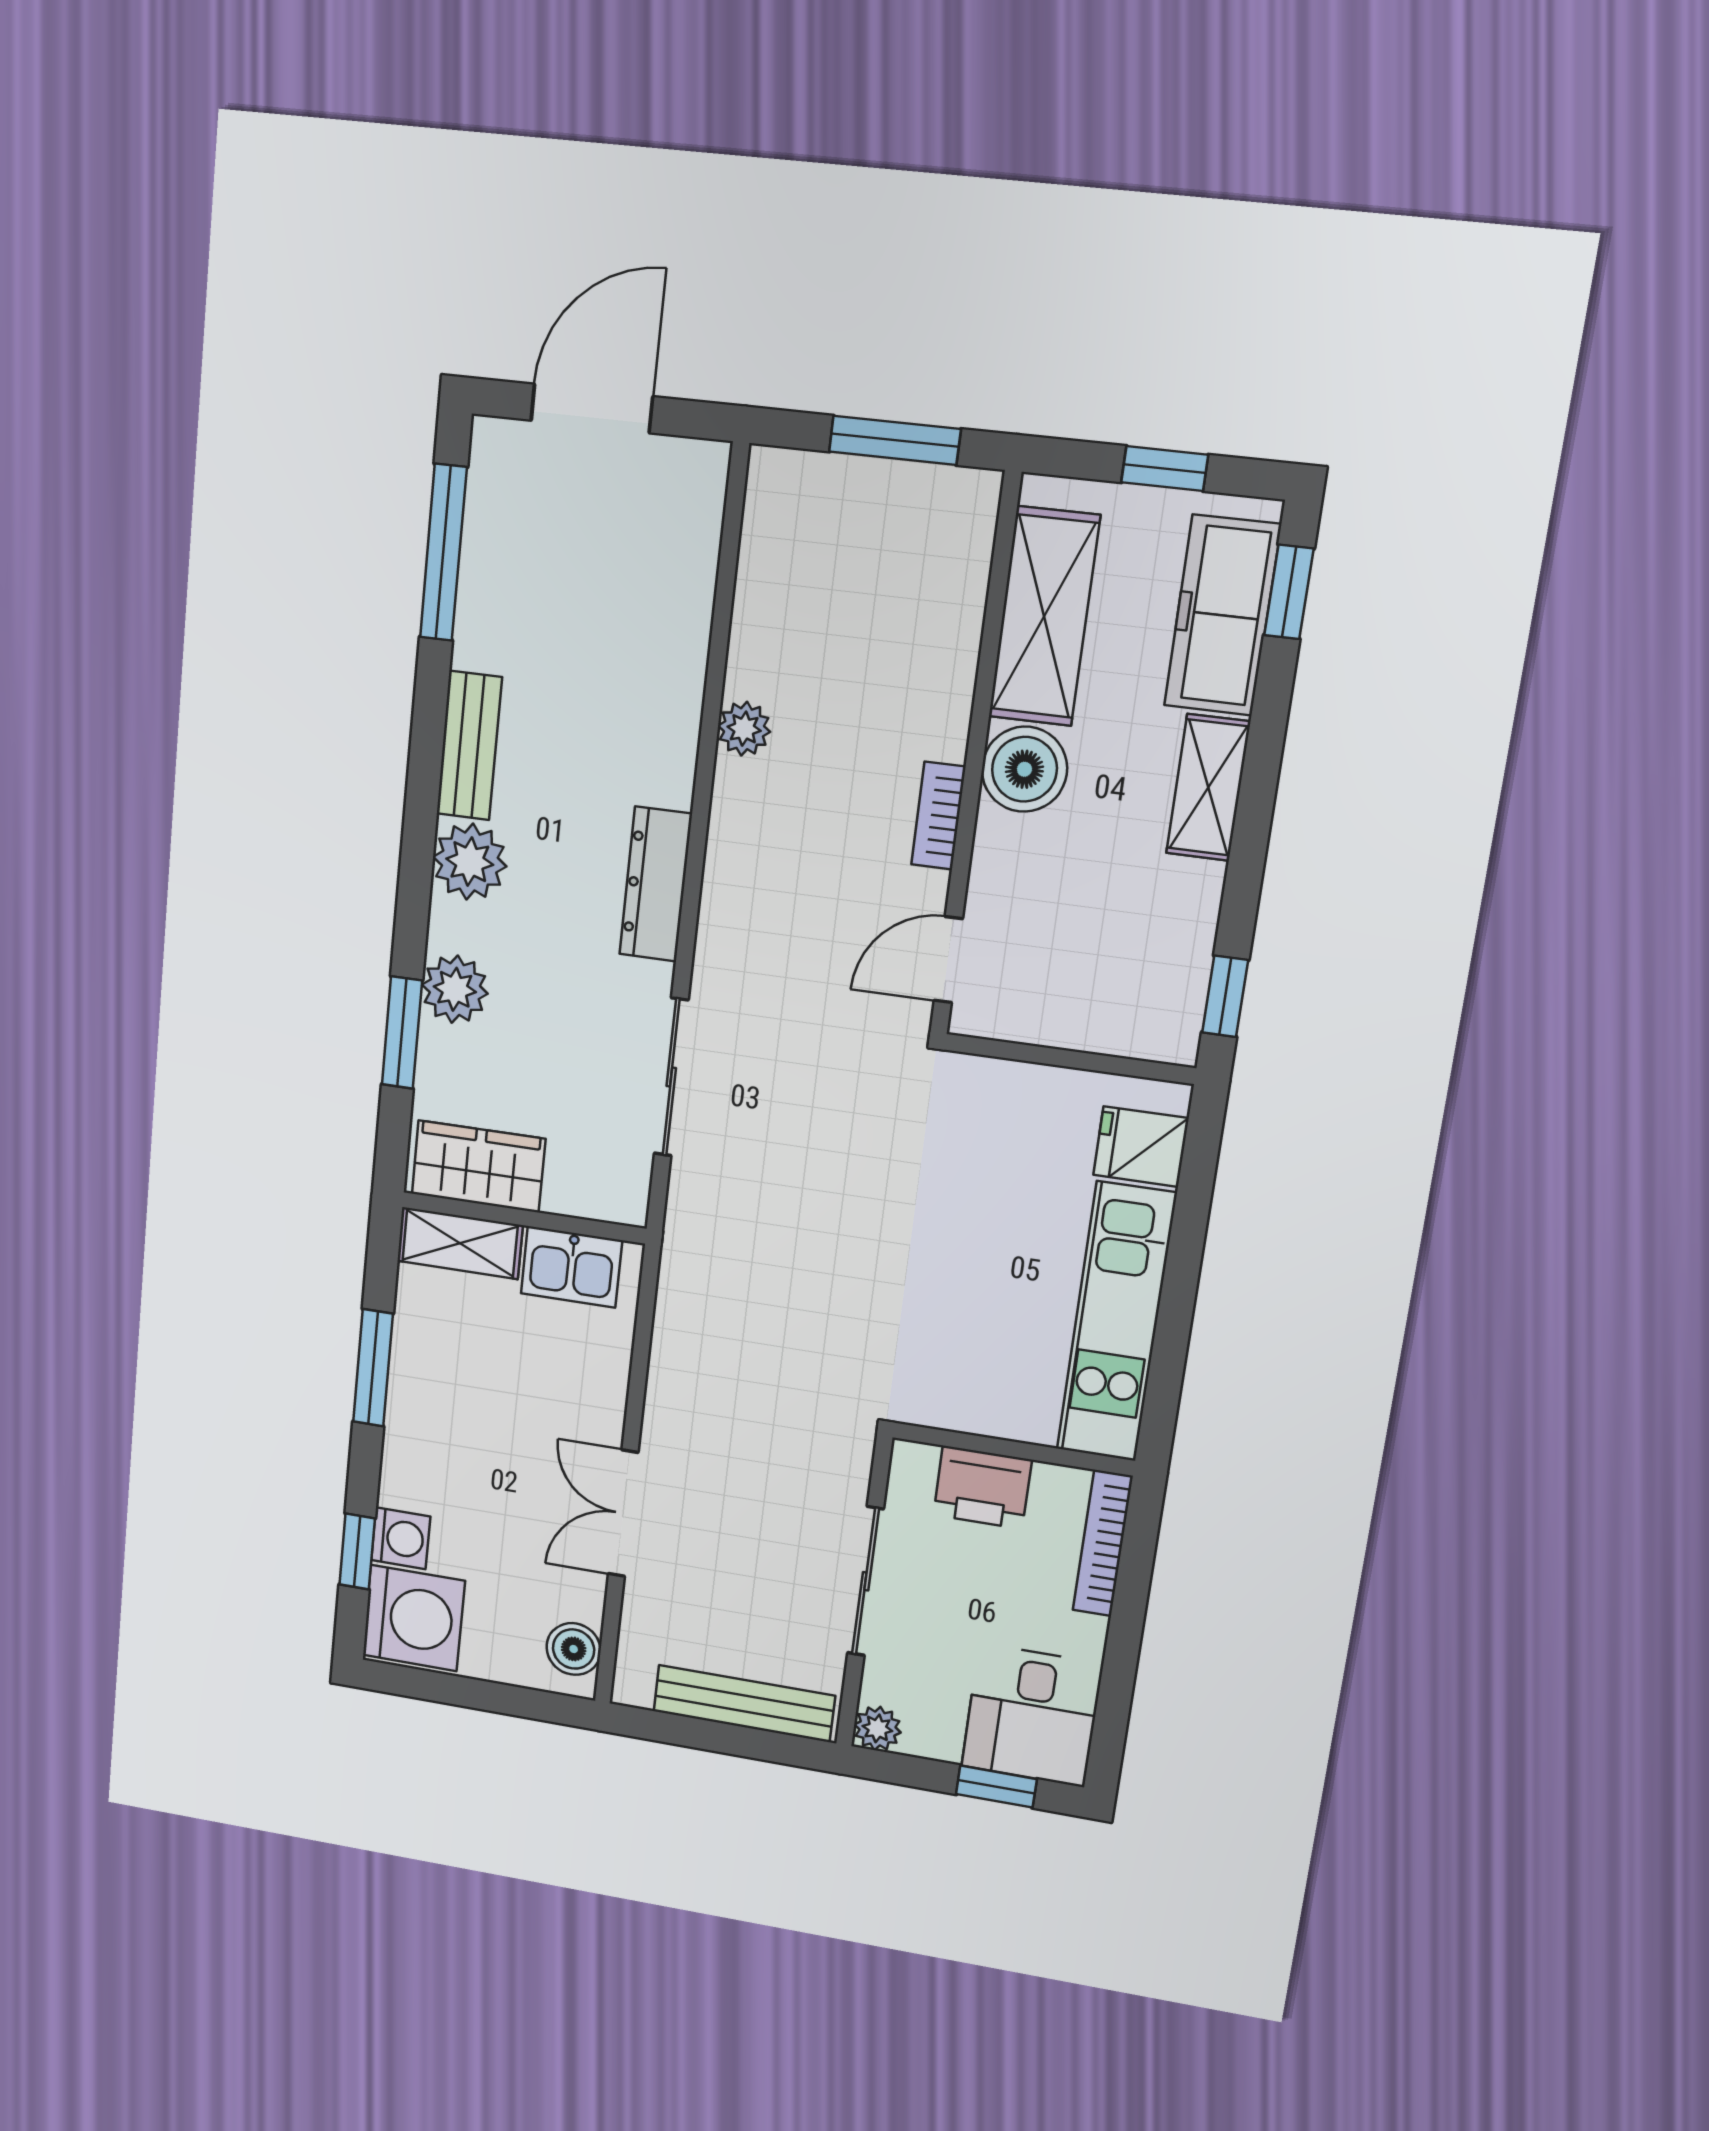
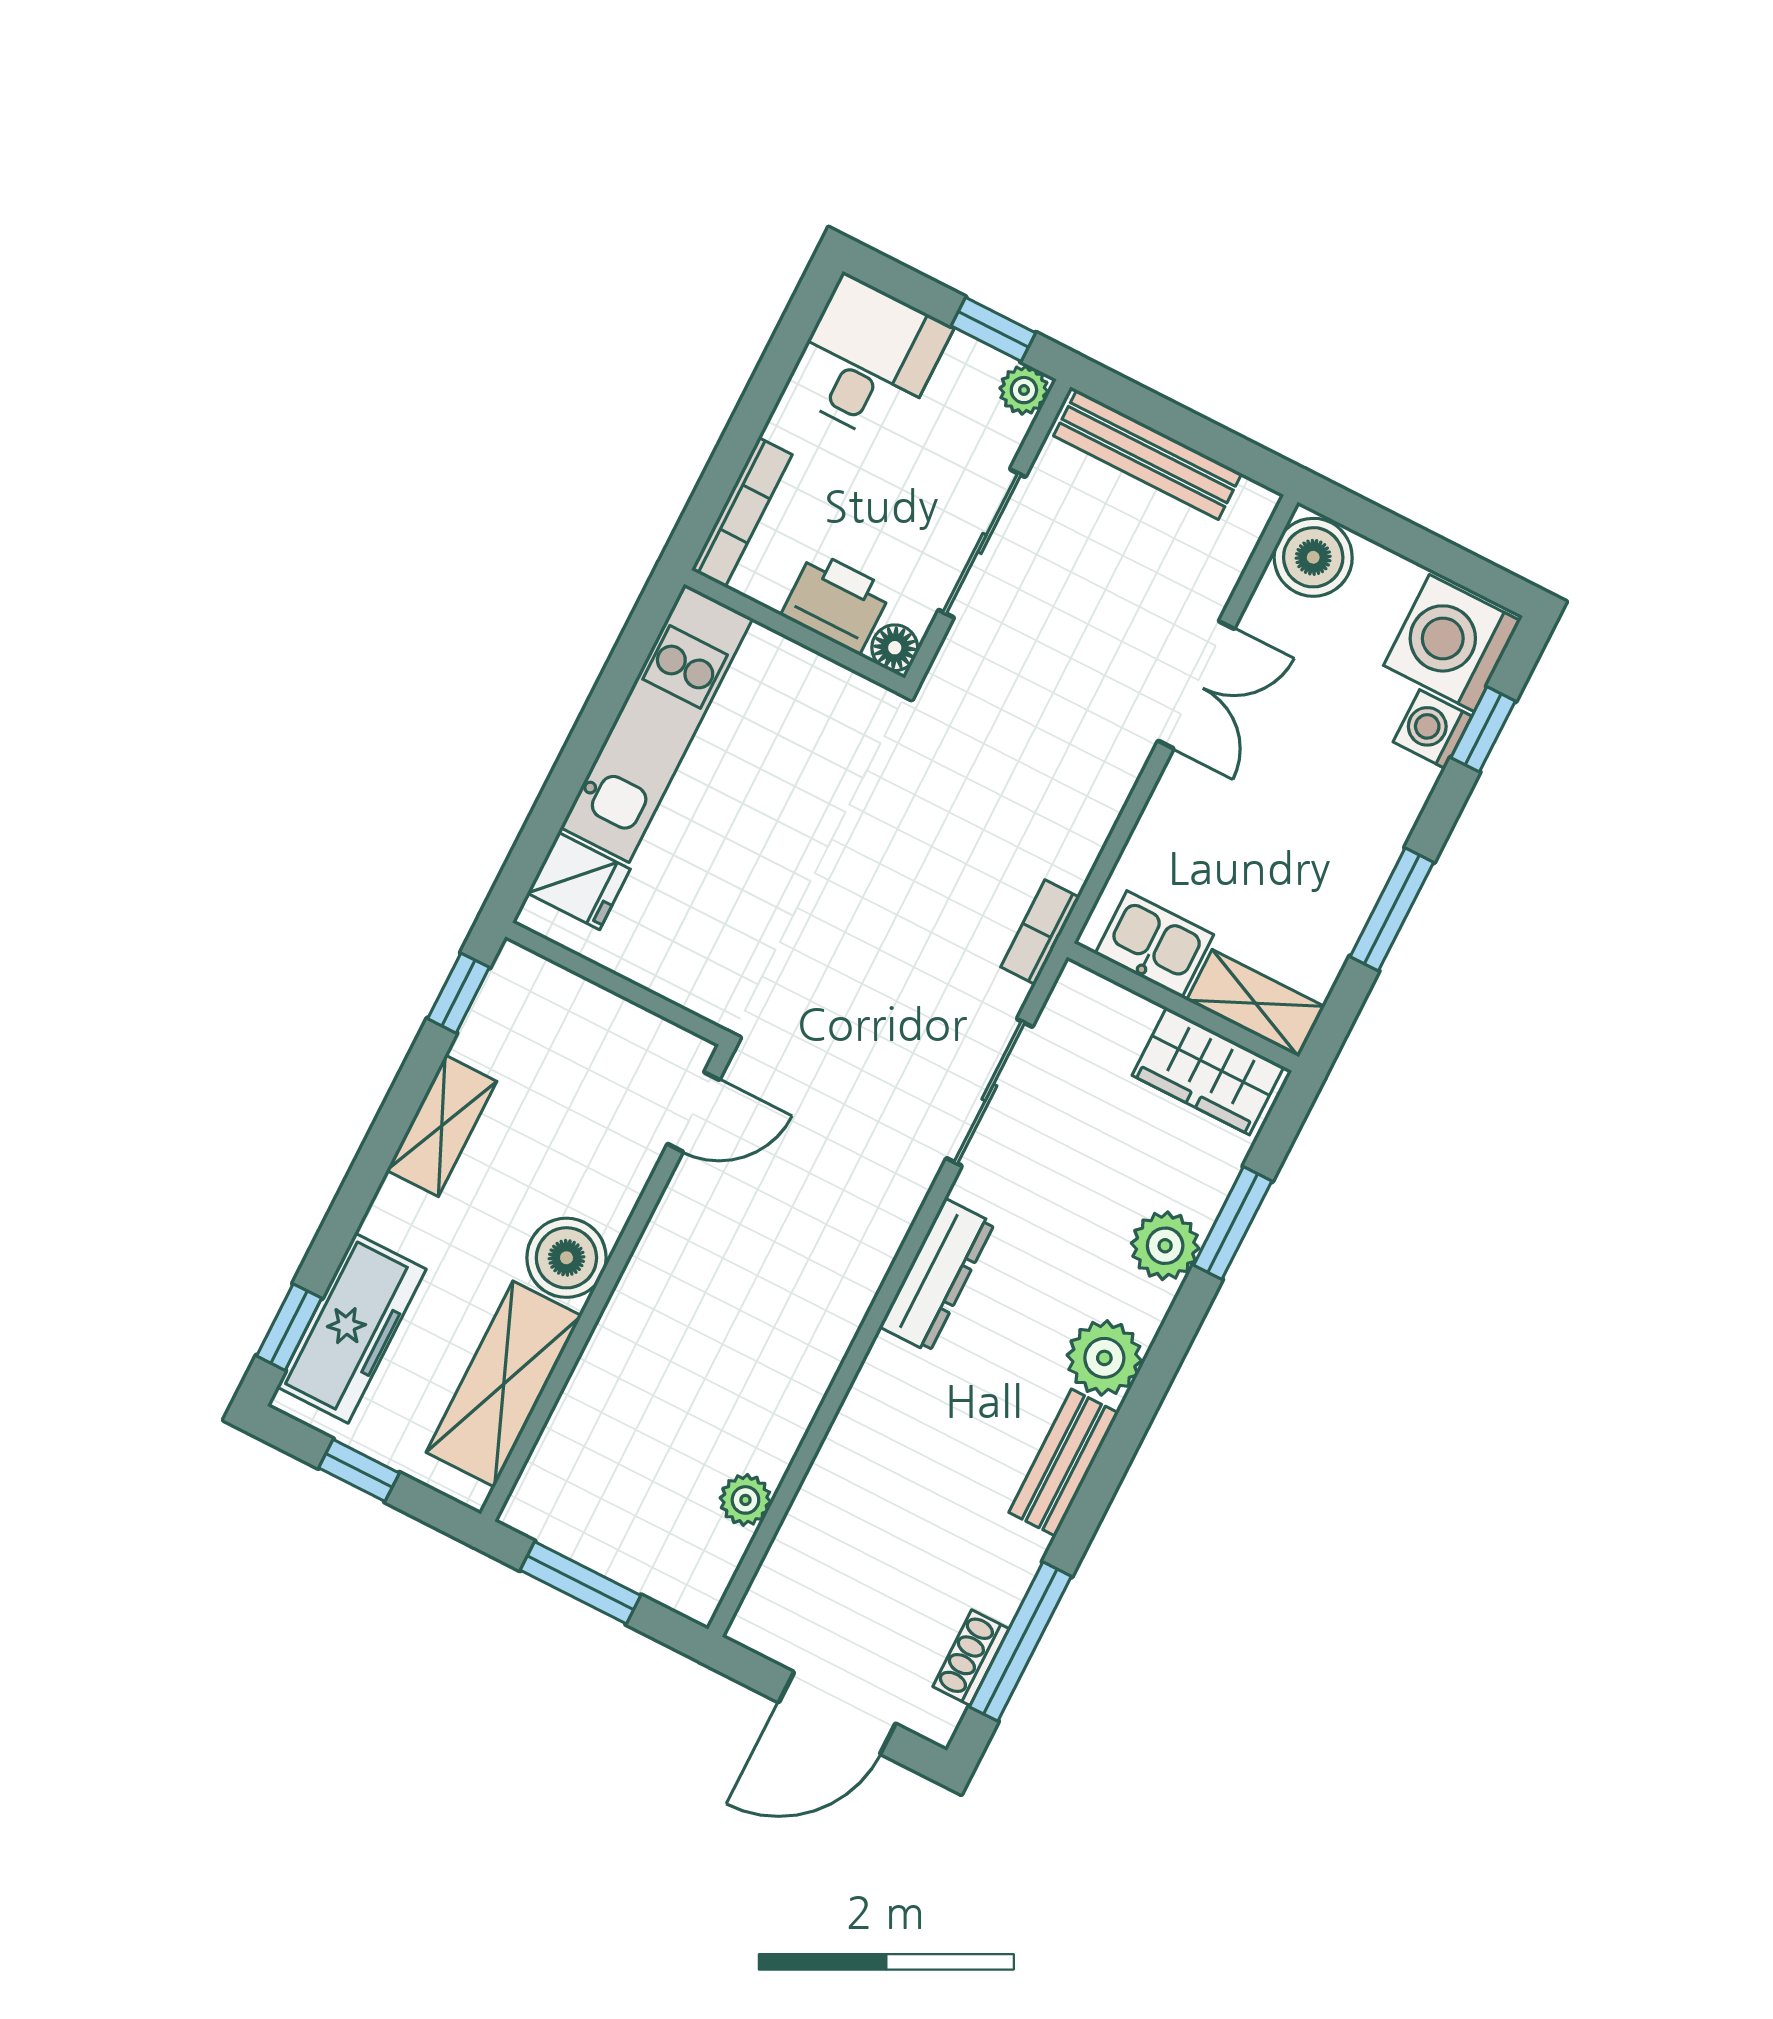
shoe rack: (484, 518) -> (971, 1658), added
plant: (744, 729) -> (745, 1500), moved
shelving: (1208, 788) -> (442, 1126), moved
bookcase: (938, 816) -> (1040, 932), moved, turned 180
floor lamp: (912, 1463) -> (895, 648), added
boiler: (574, 1649) -> (1313, 557), width x1.36, depth x1.36
window: (996, 1787) -> (993, 329), moved

